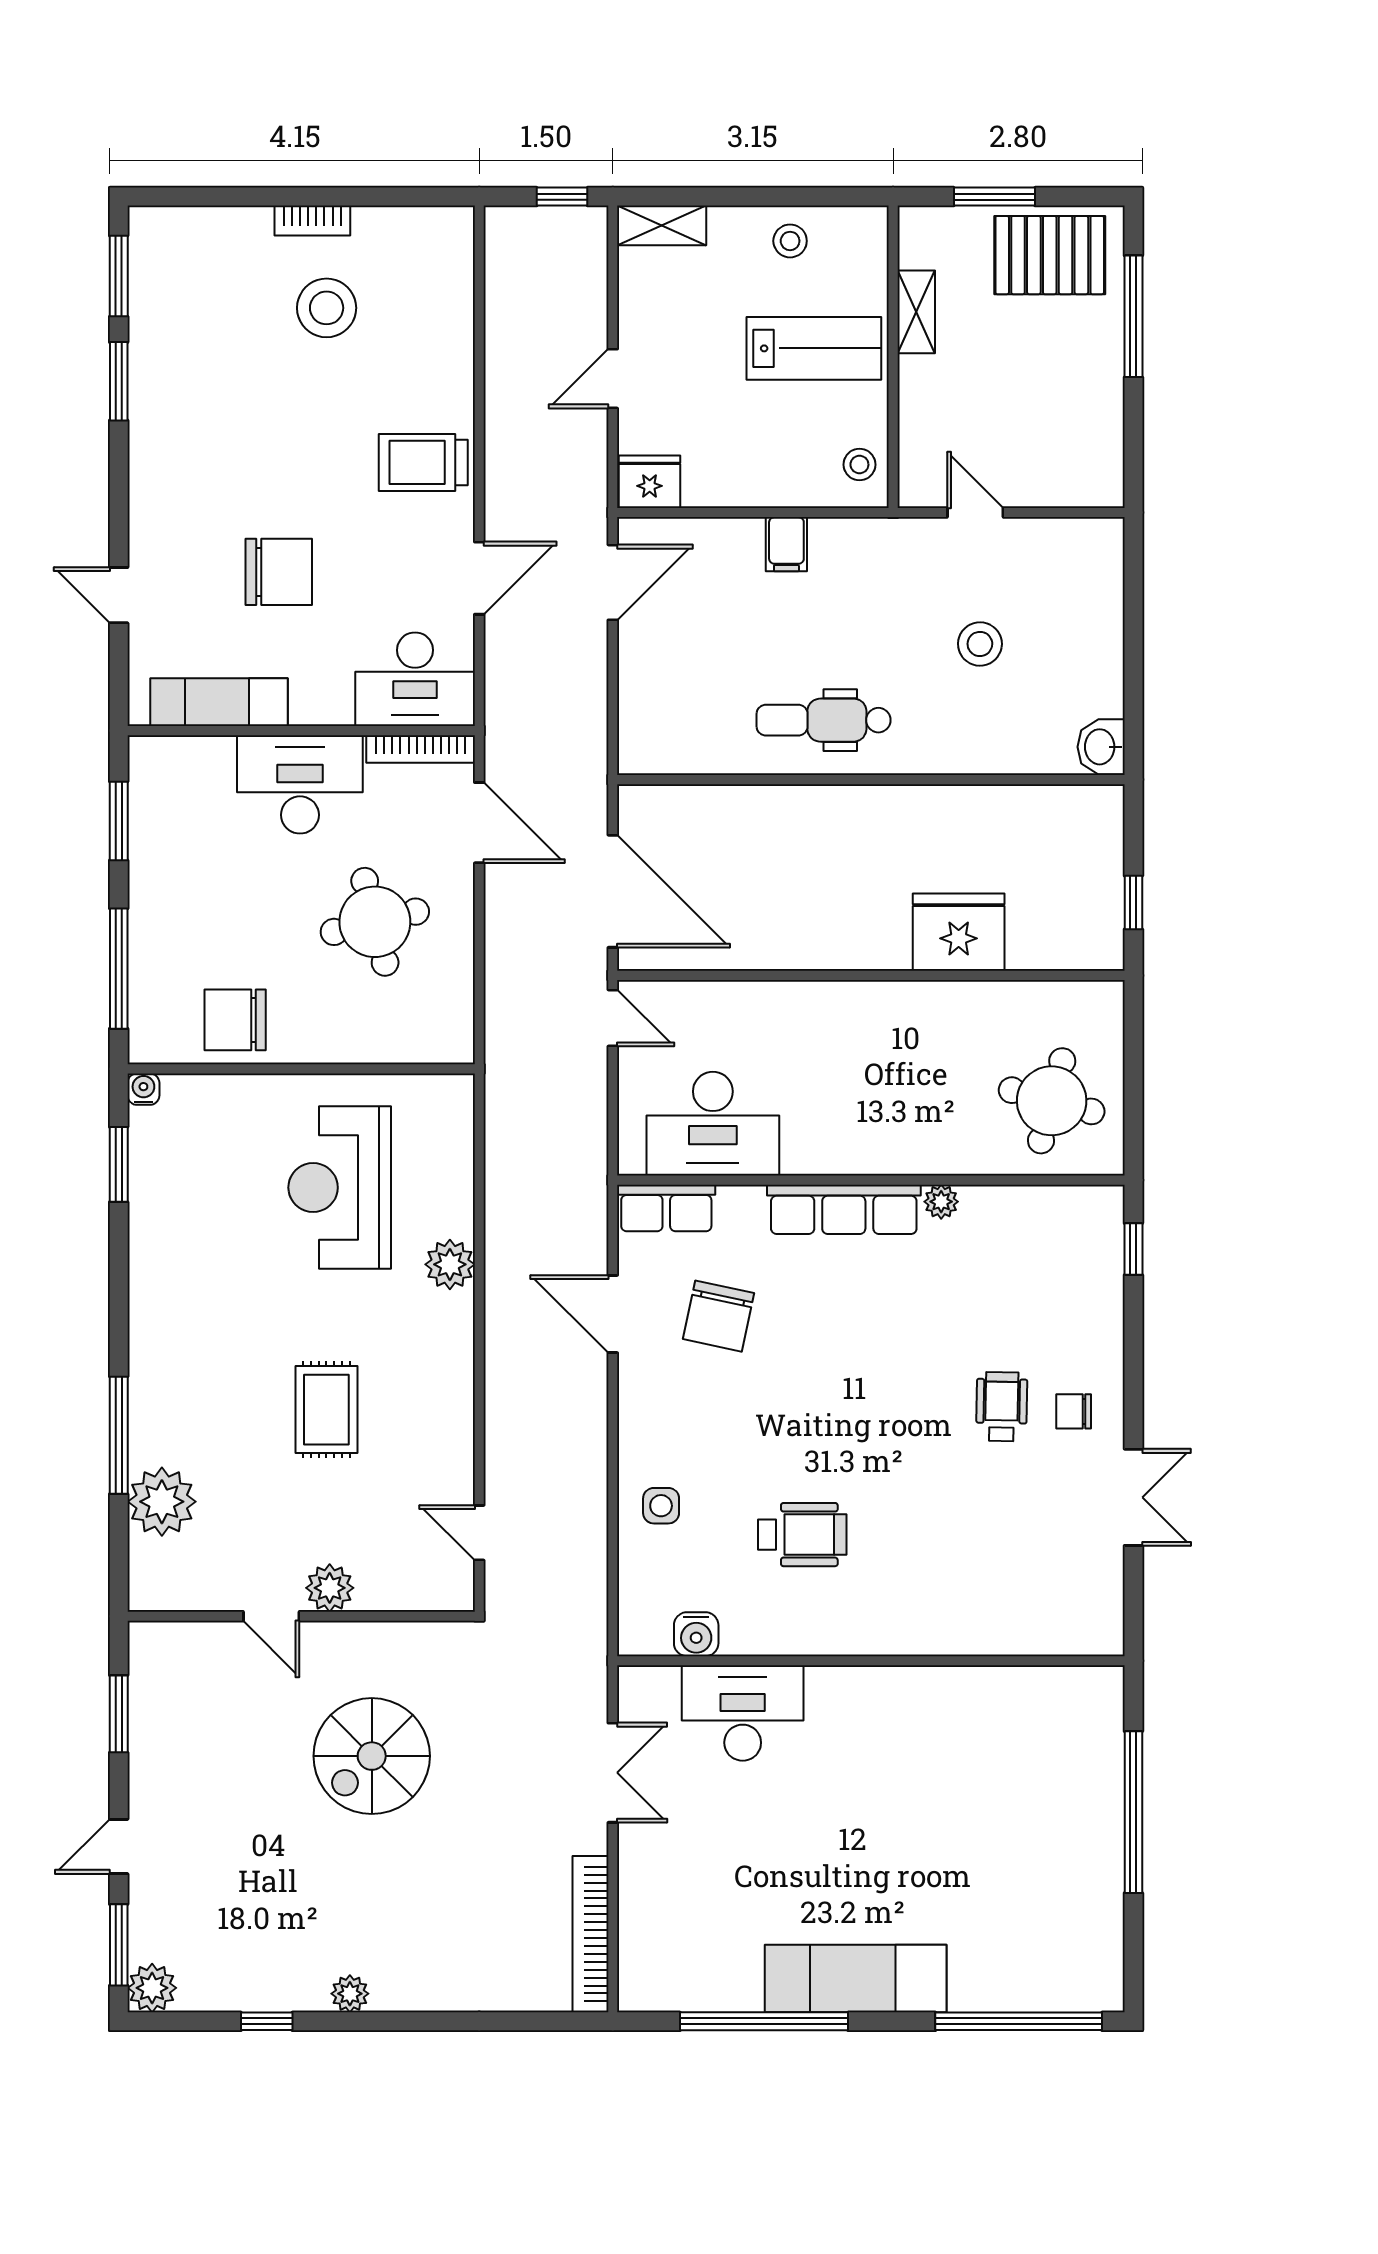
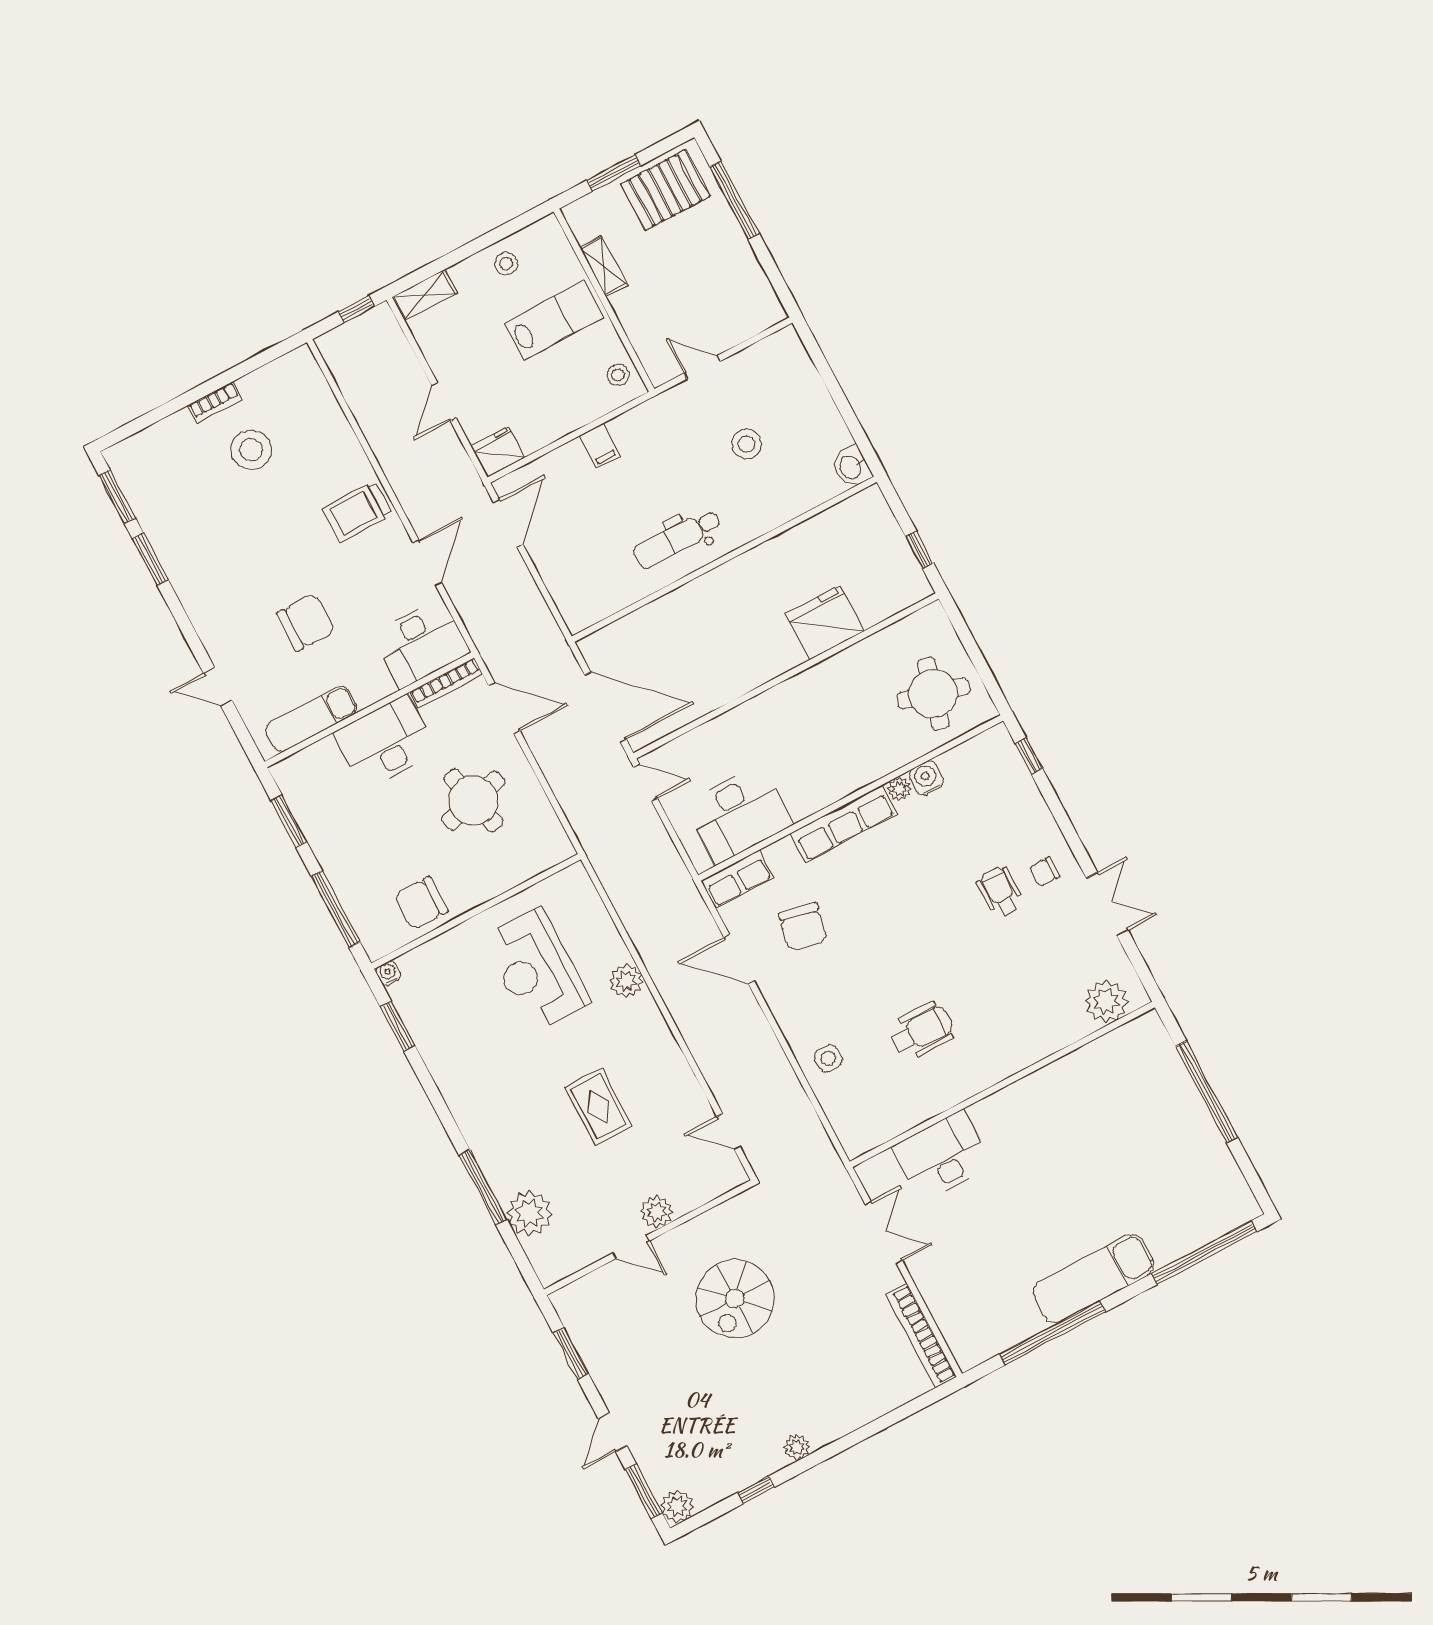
plant: (1065, 1624) -> (1106, 1002), added
water cooler: (696, 1634) -> (926, 778), moved, turned 180

